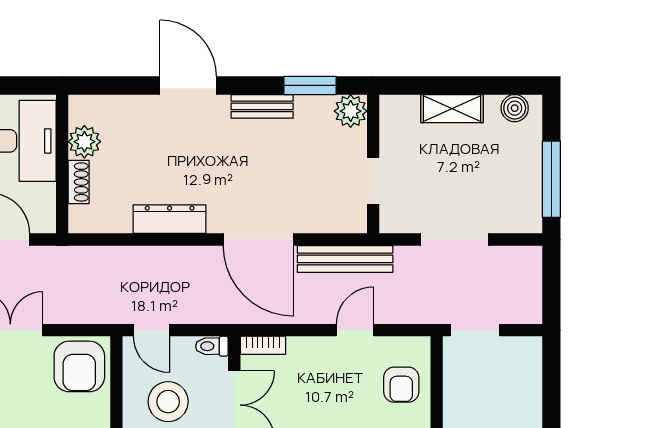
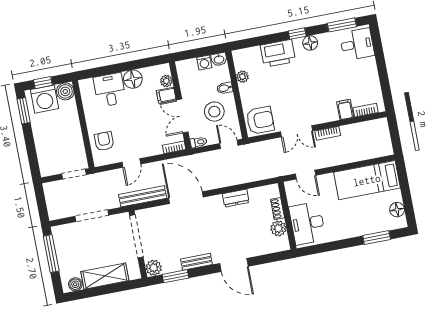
shelving: (452, 109) -> (105, 276), width x1.50, depth x1.33
doorway: (373, 181) -> (136, 236), width x1.88
dresser: (170, 219) -> (236, 198), width x0.70
armchair: (79, 366) -> (260, 120), turned 90

